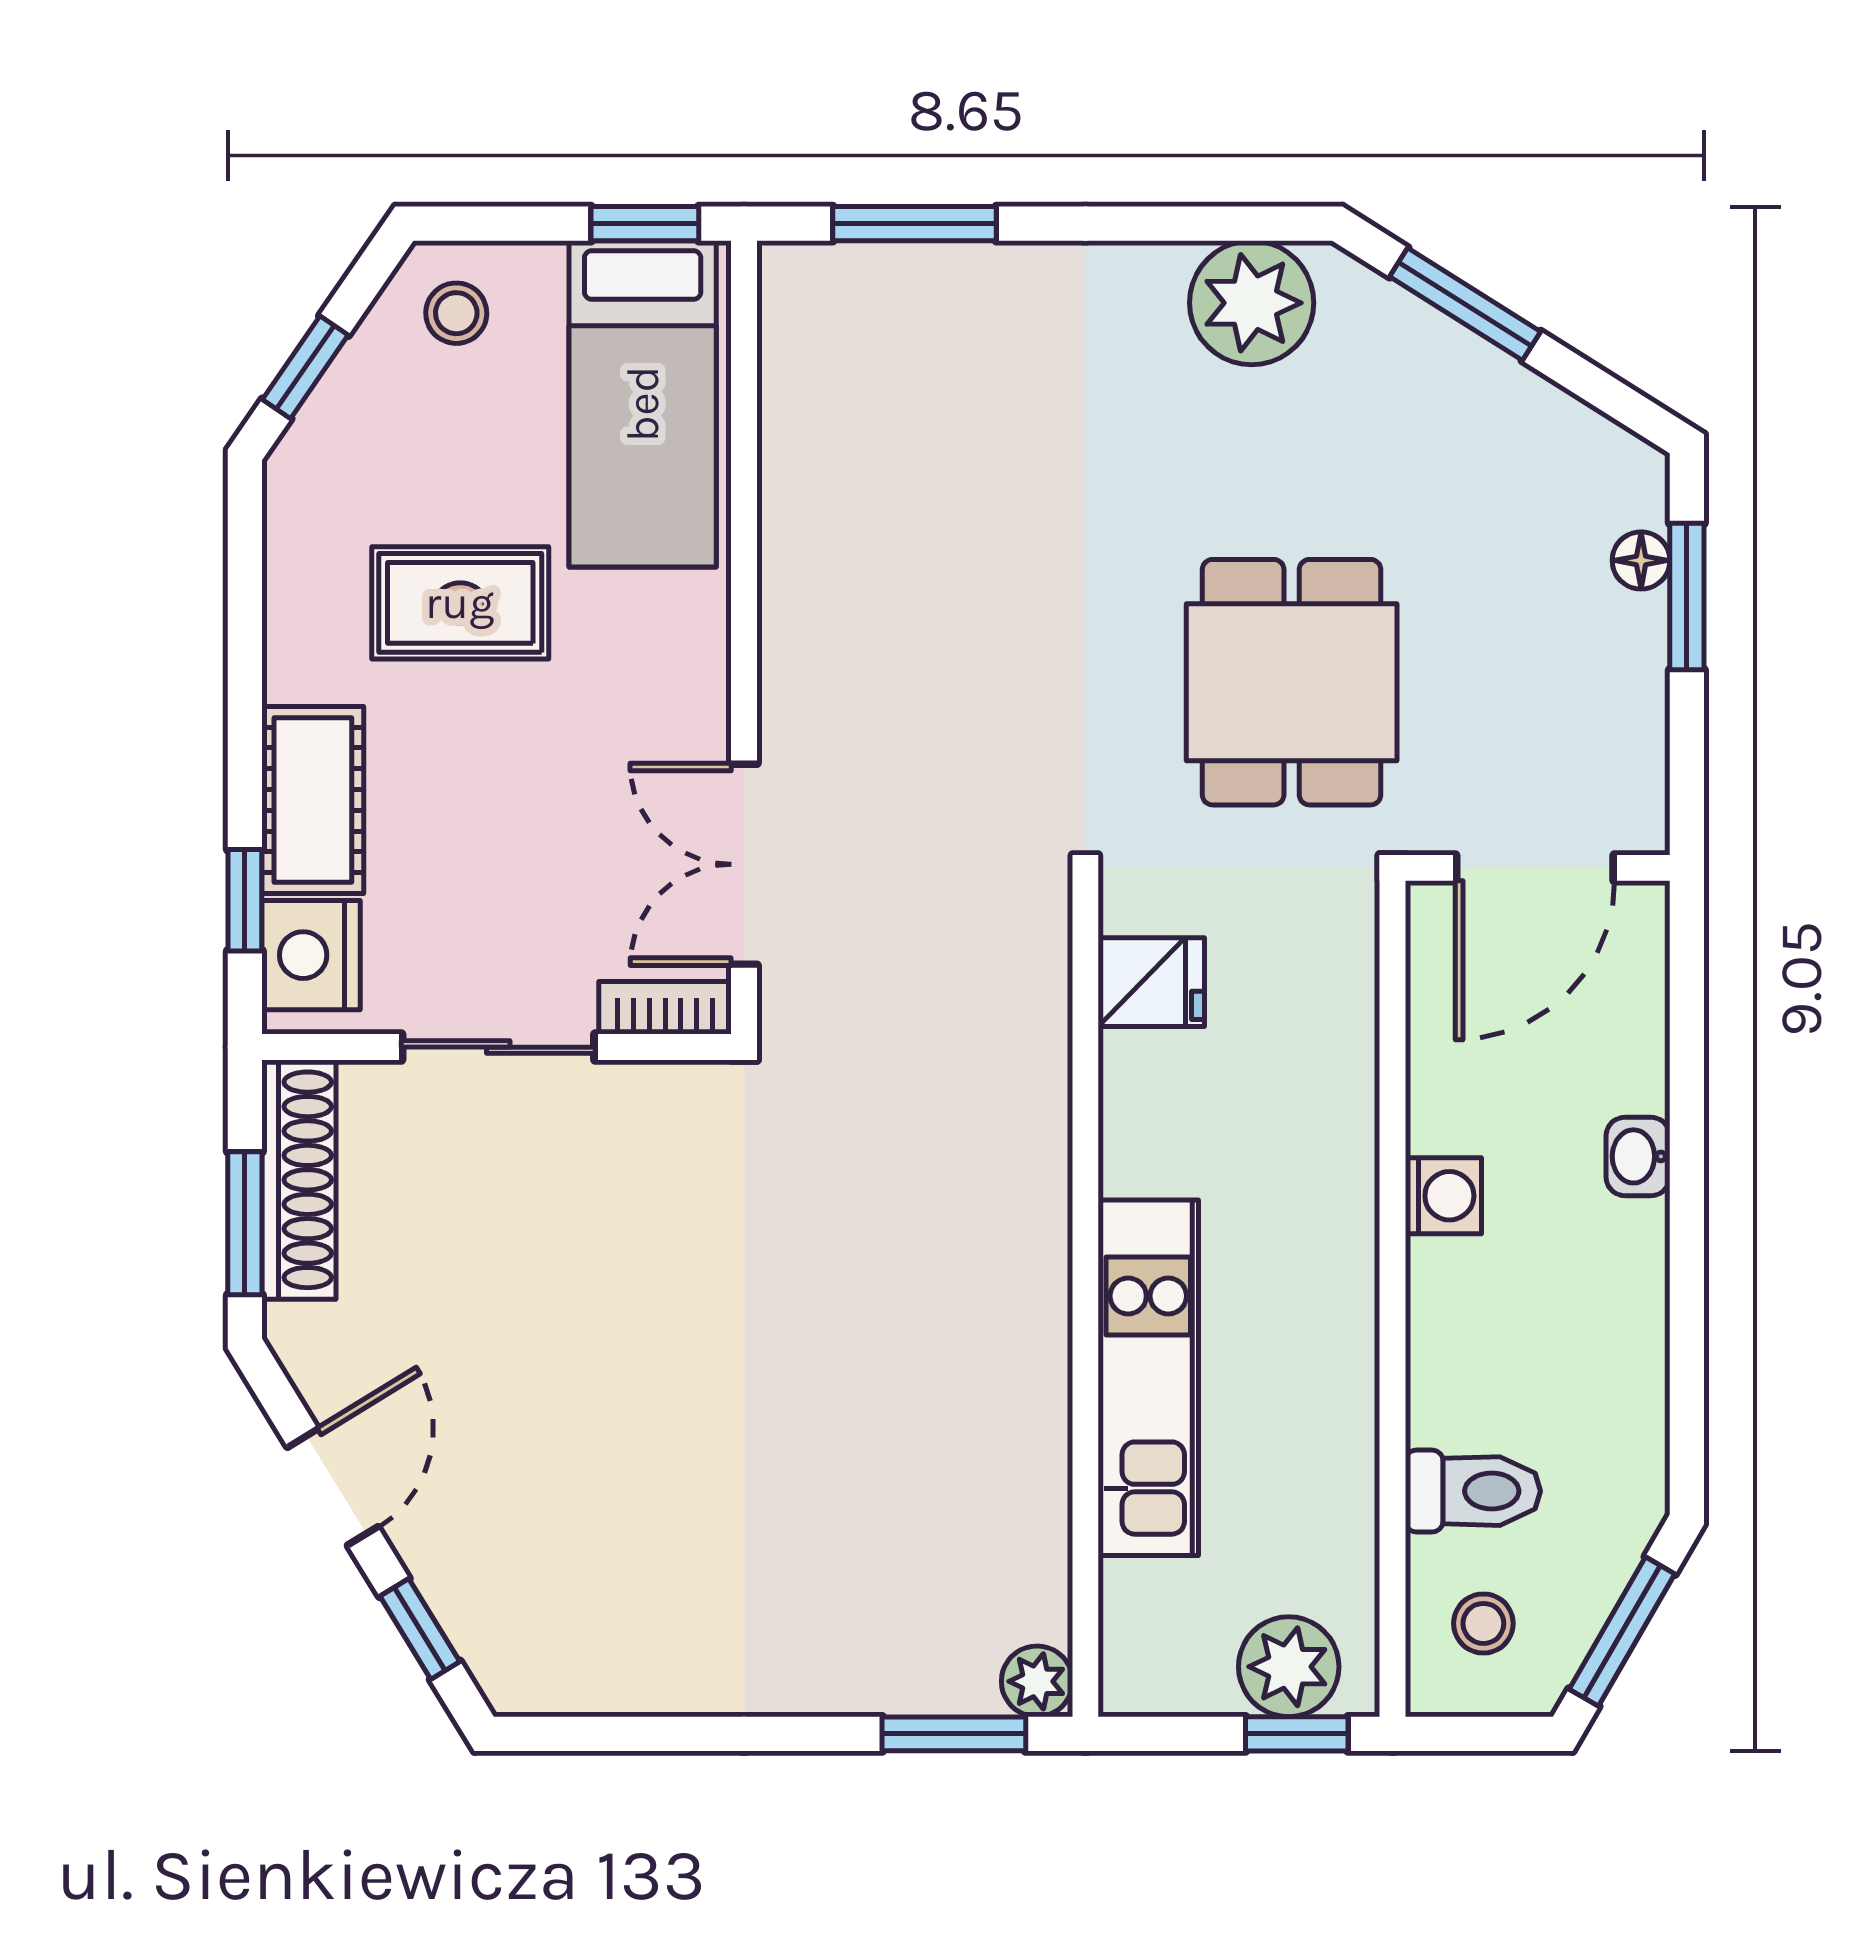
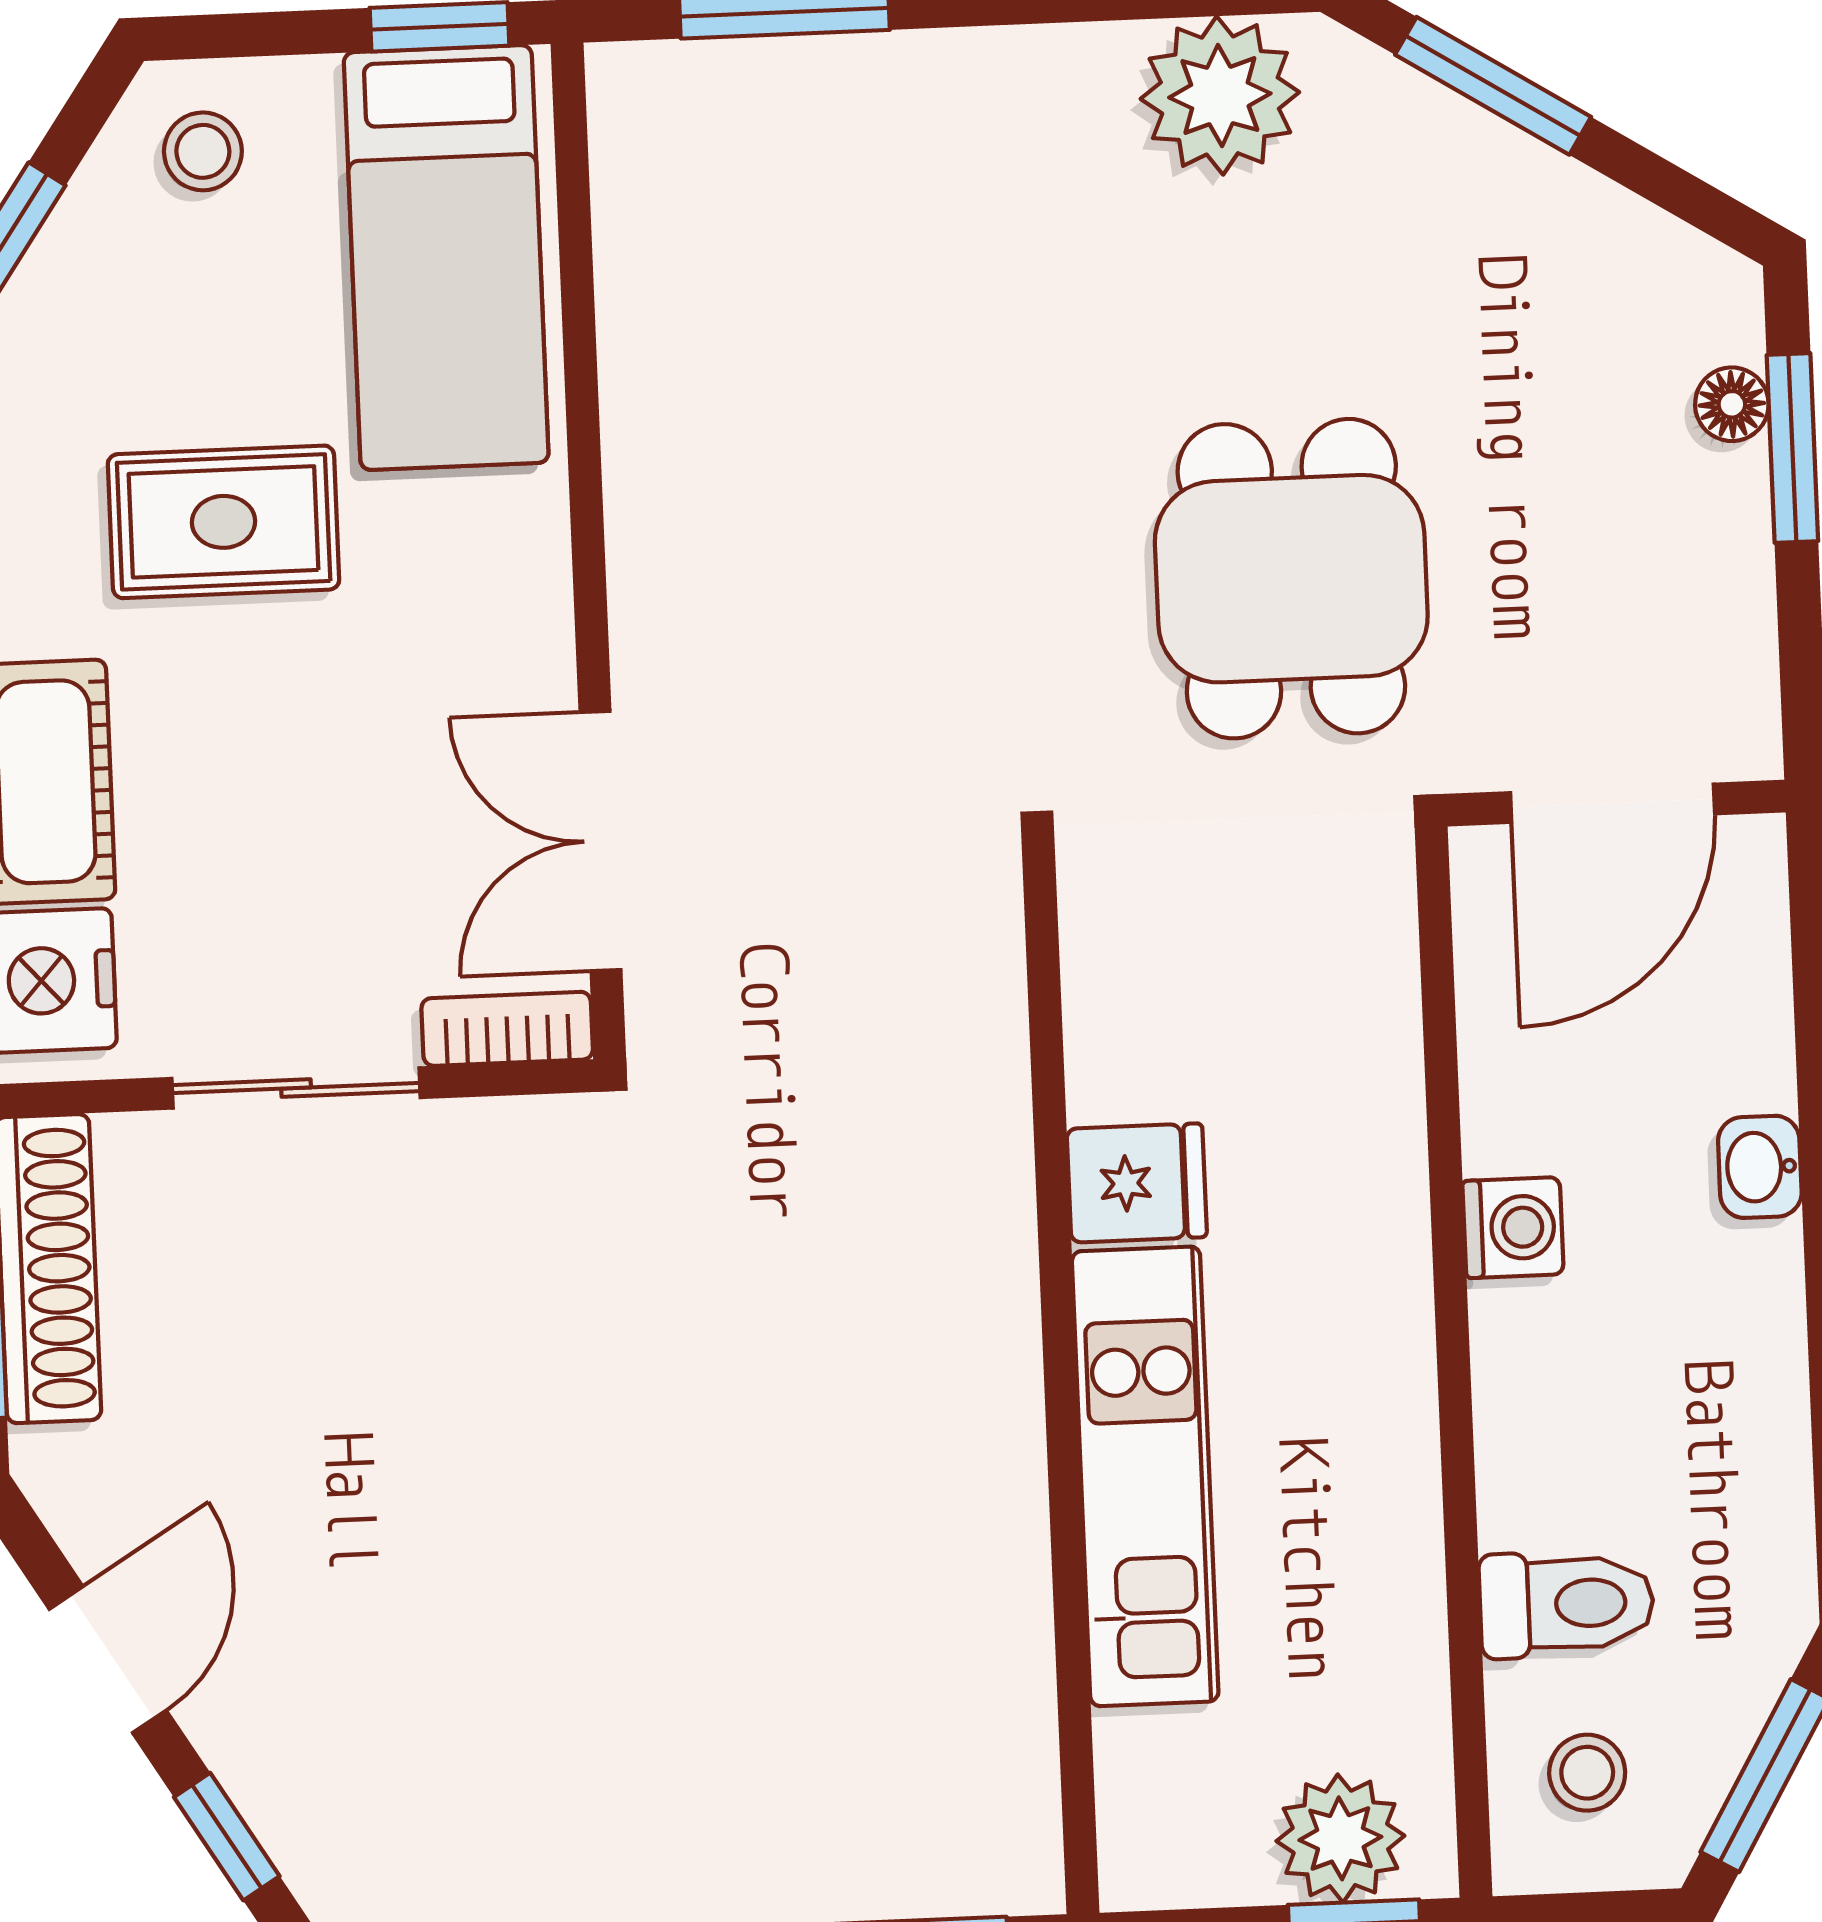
fridge: (1151, 982) -> (1137, 1183), moved
plant: (1037, 1681) -> (1019, 1871), removed

